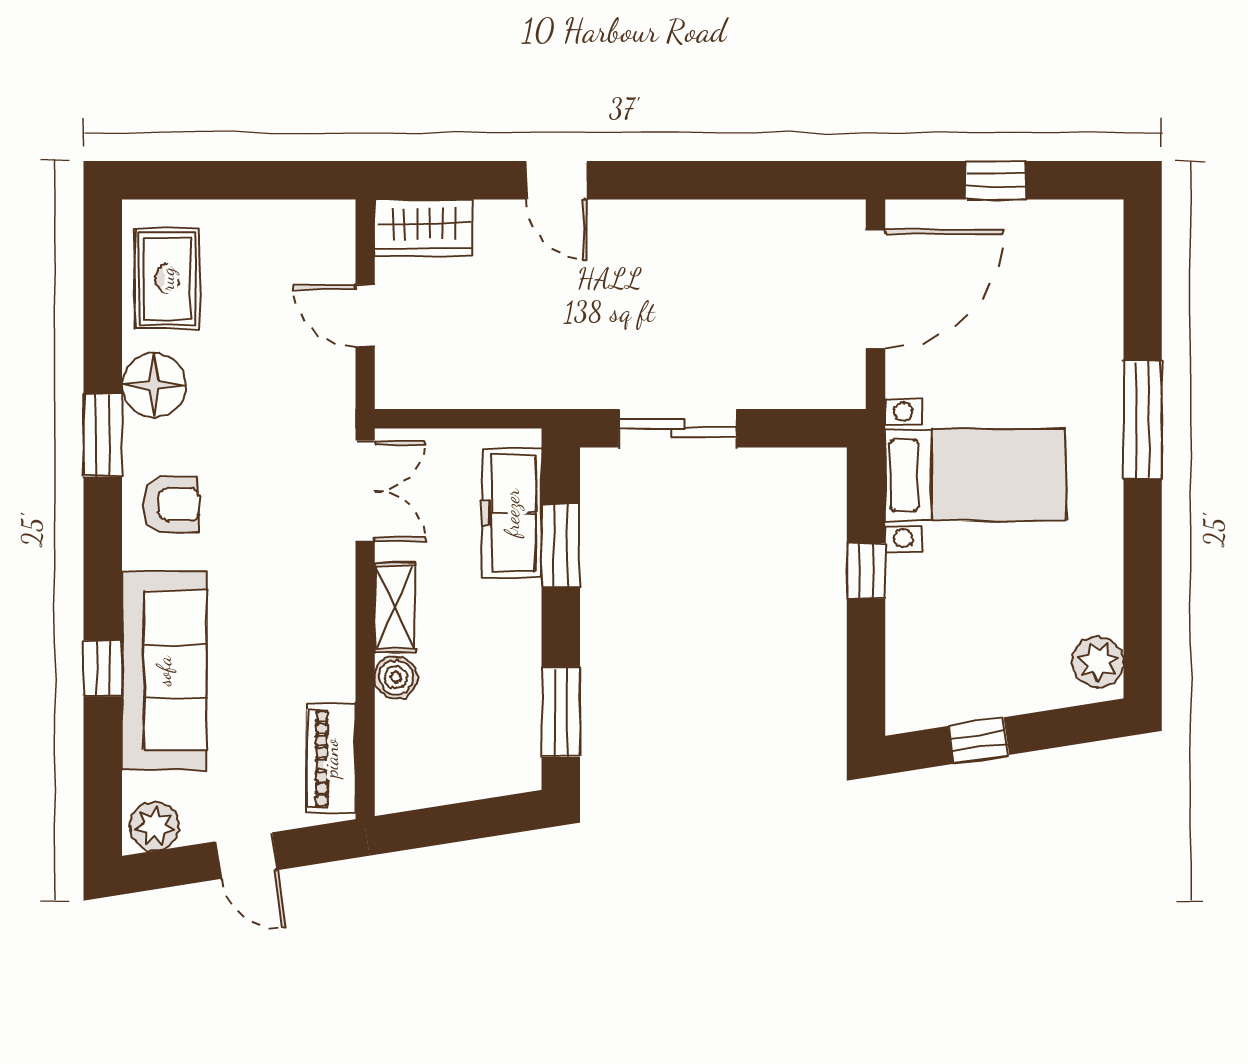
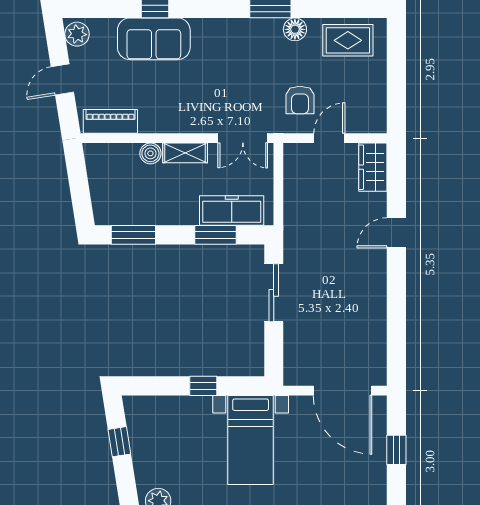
floor lamp: (154, 385) -> (295, 29), width x0.73, depth x0.73
armchair: (171, 504) -> (300, 100), moved
sofa: (164, 671) -> (154, 39), width x0.73

